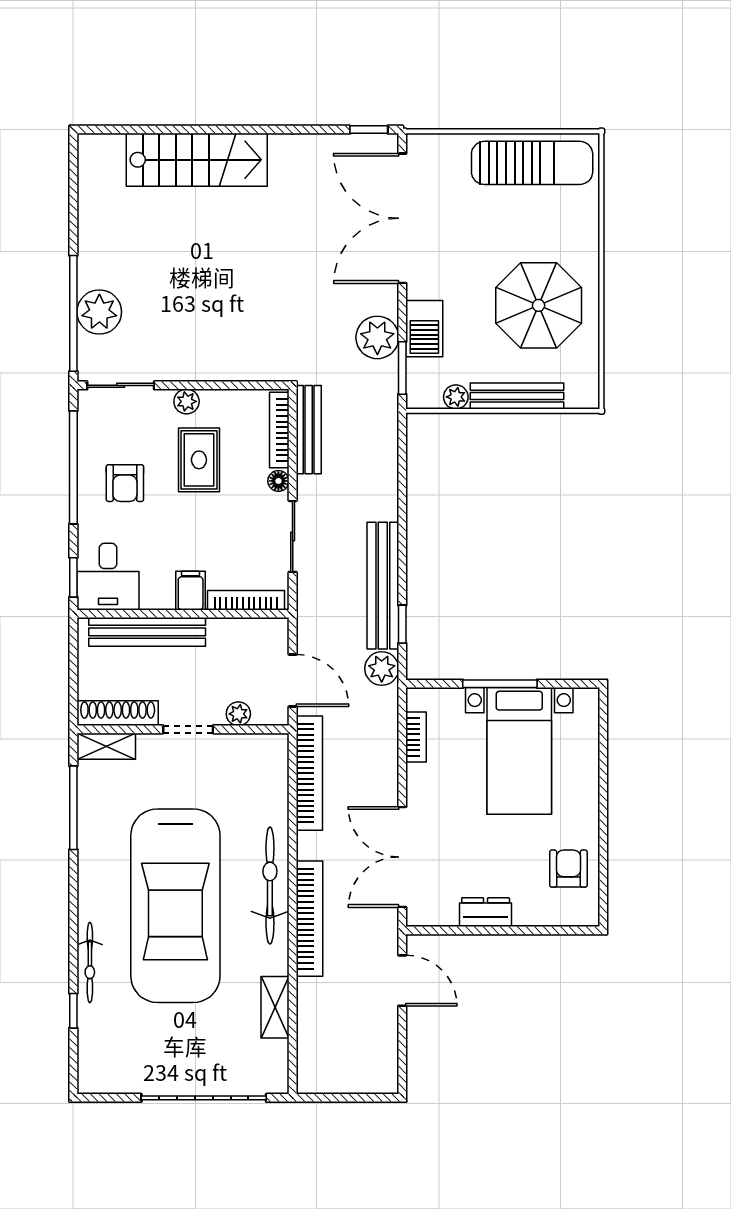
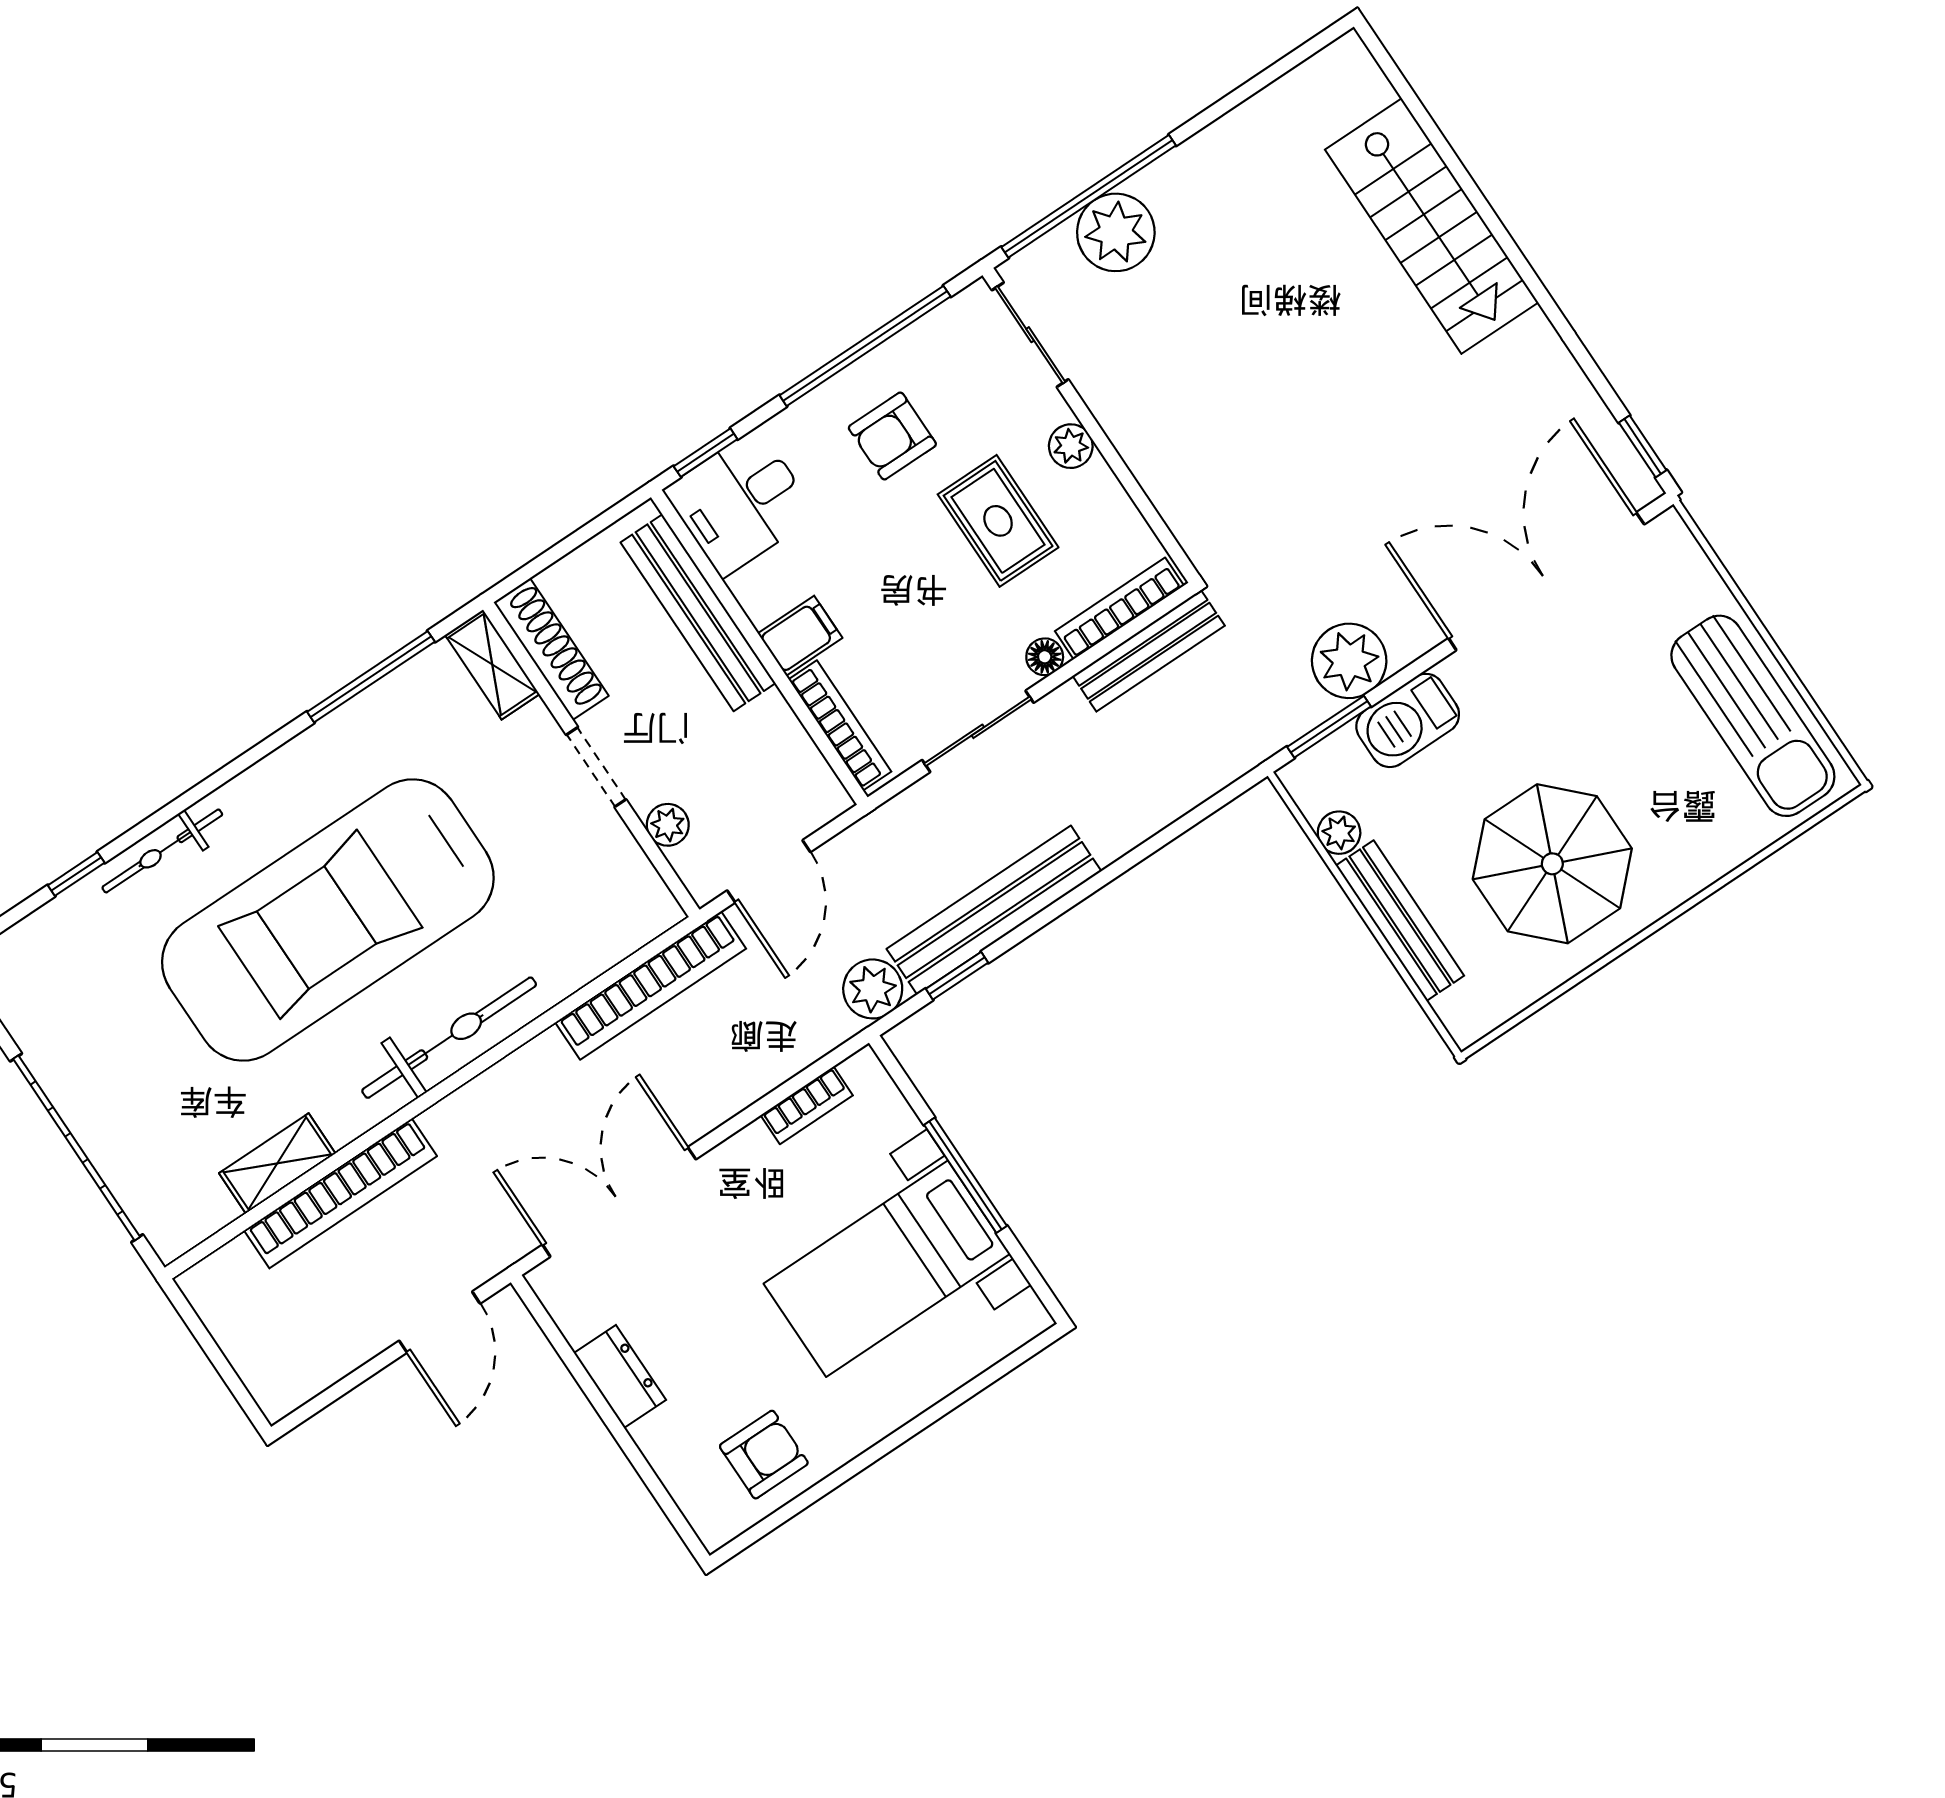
rug: (199, 460) -> (998, 521), turned 90
bookcase: (309, 919) -> (341, 1193), moved

